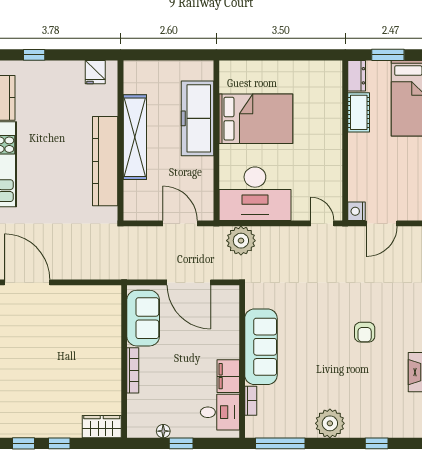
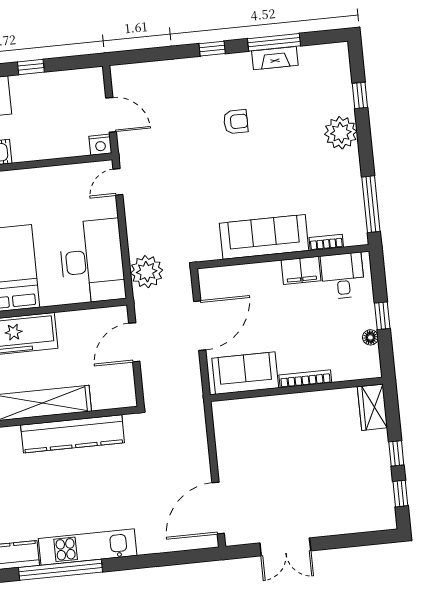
plant: (330, 423) -> (341, 133), moved

